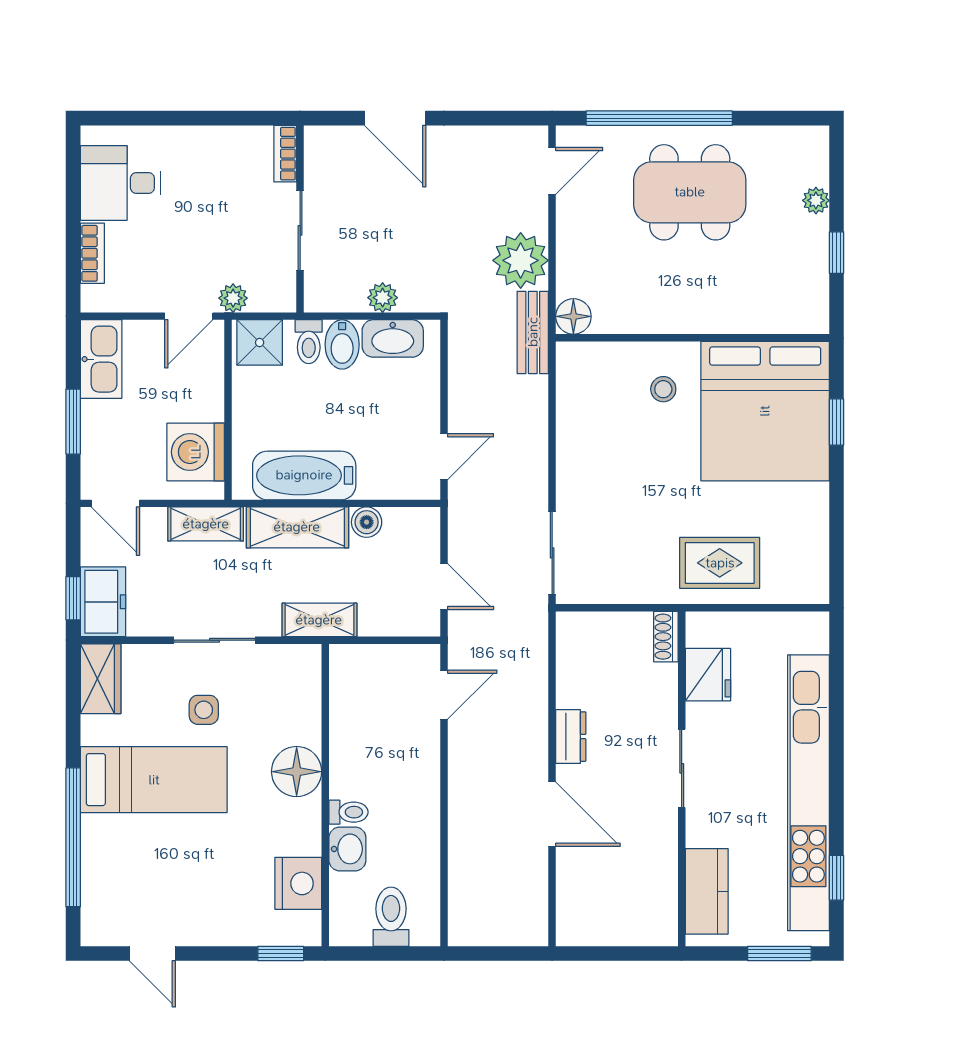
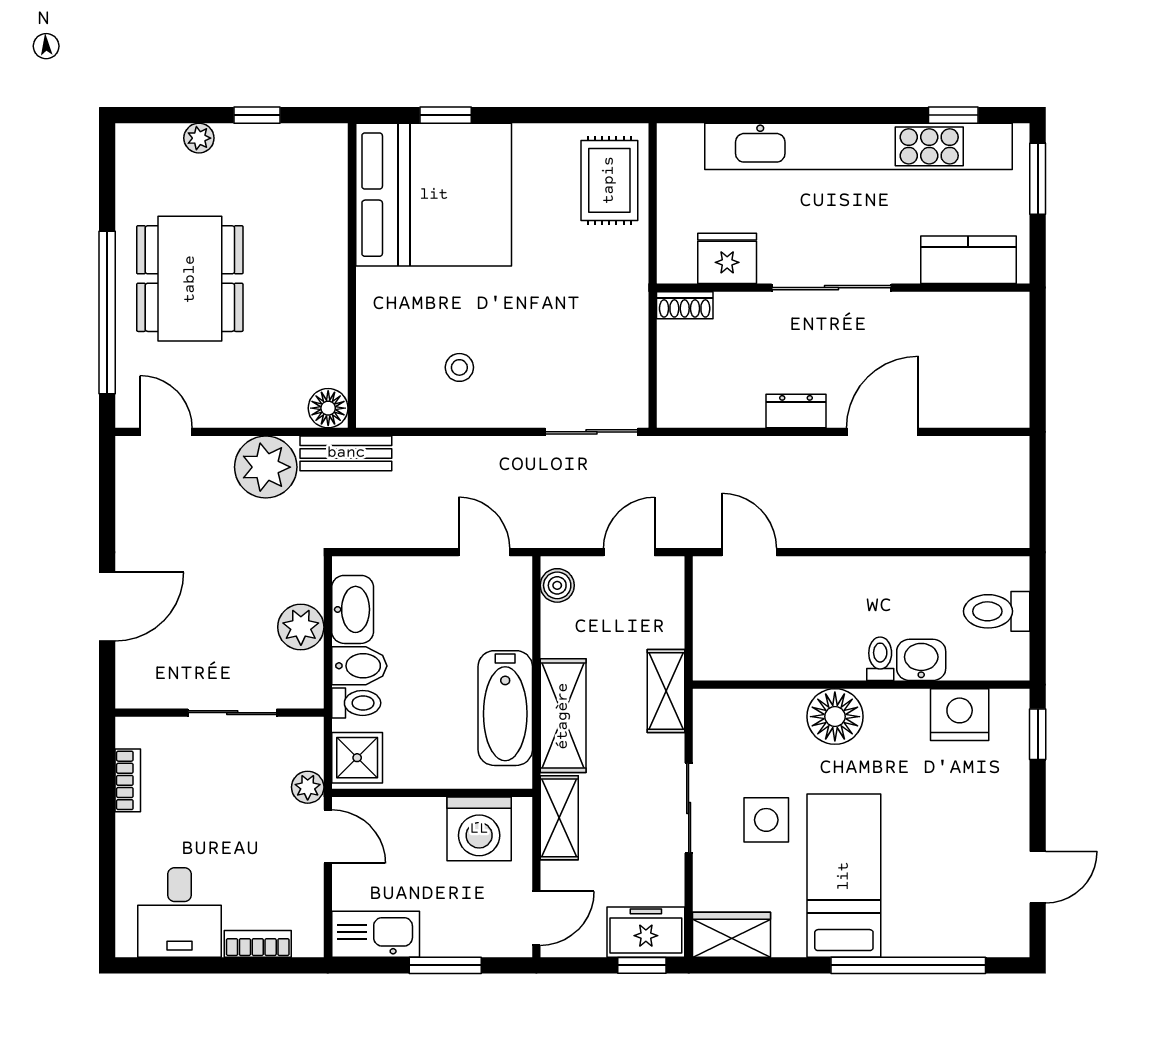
bookcase: (285, 154) -> (128, 780), moved, turned -90
plant: (383, 298) -> (301, 627), width x1.38, depth x1.38
stool: (663, 389) -> (459, 367), moved
boiler: (367, 522) -> (557, 585), moved
rug: (720, 563) -> (609, 180), moved
side table: (204, 710) -> (766, 820), width x1.37, depth x1.37
sliding door: (682, 768) -> (831, 288), width x1.37

